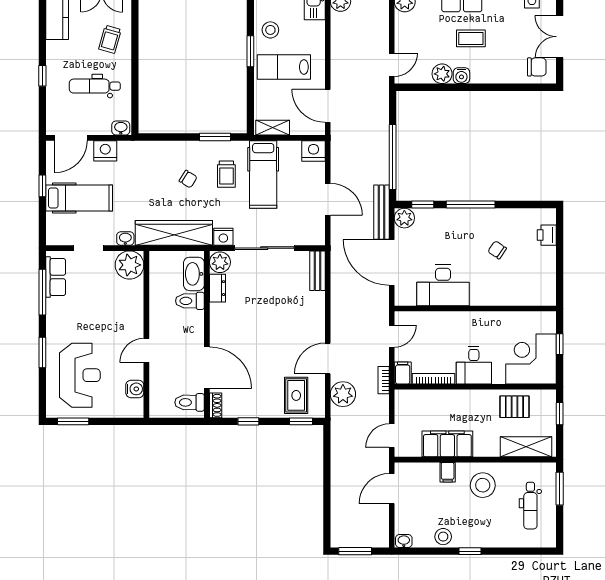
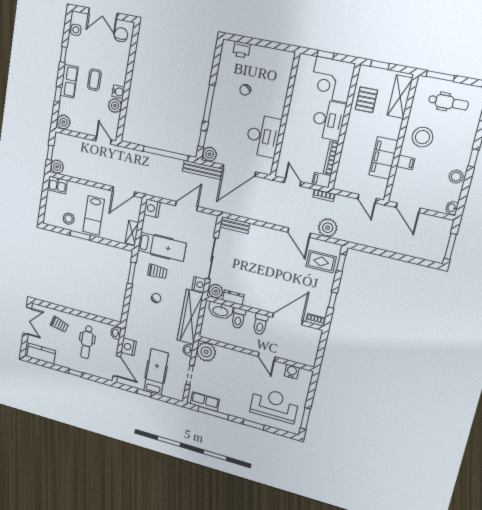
desk: (474, 365) -> (328, 120), width x1.37
toilet: (190, 402) -> (260, 324), moved

